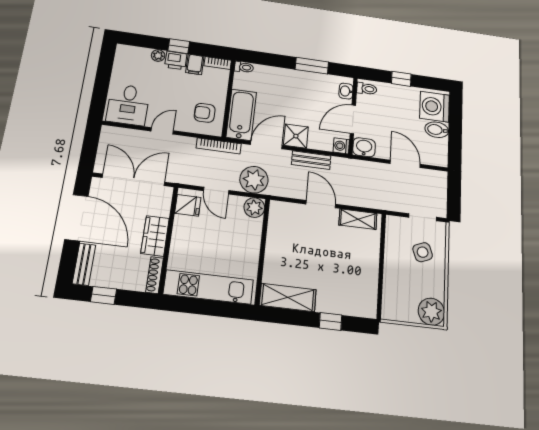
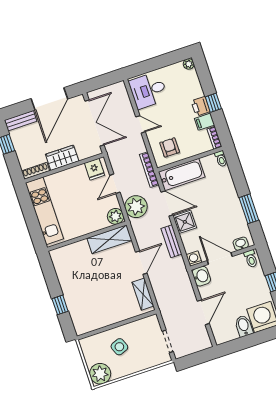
plant: (158, 56) -> (189, 64), moved
side table: (423, 252) -> (119, 347), moved
shelving: (288, 297) -> (109, 239), moved, turned 90

